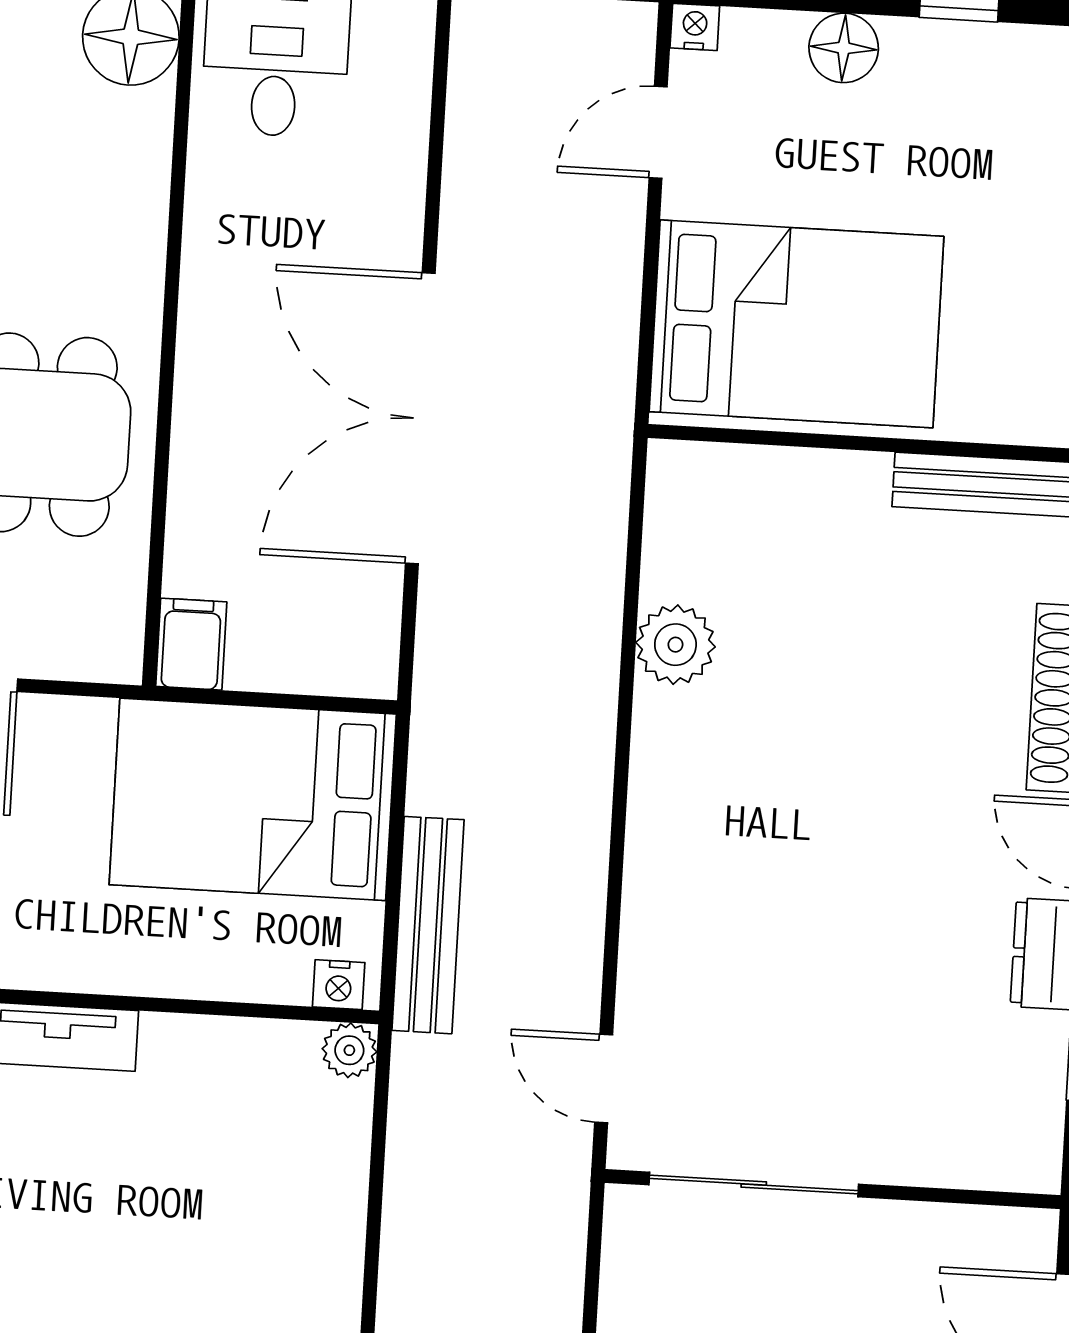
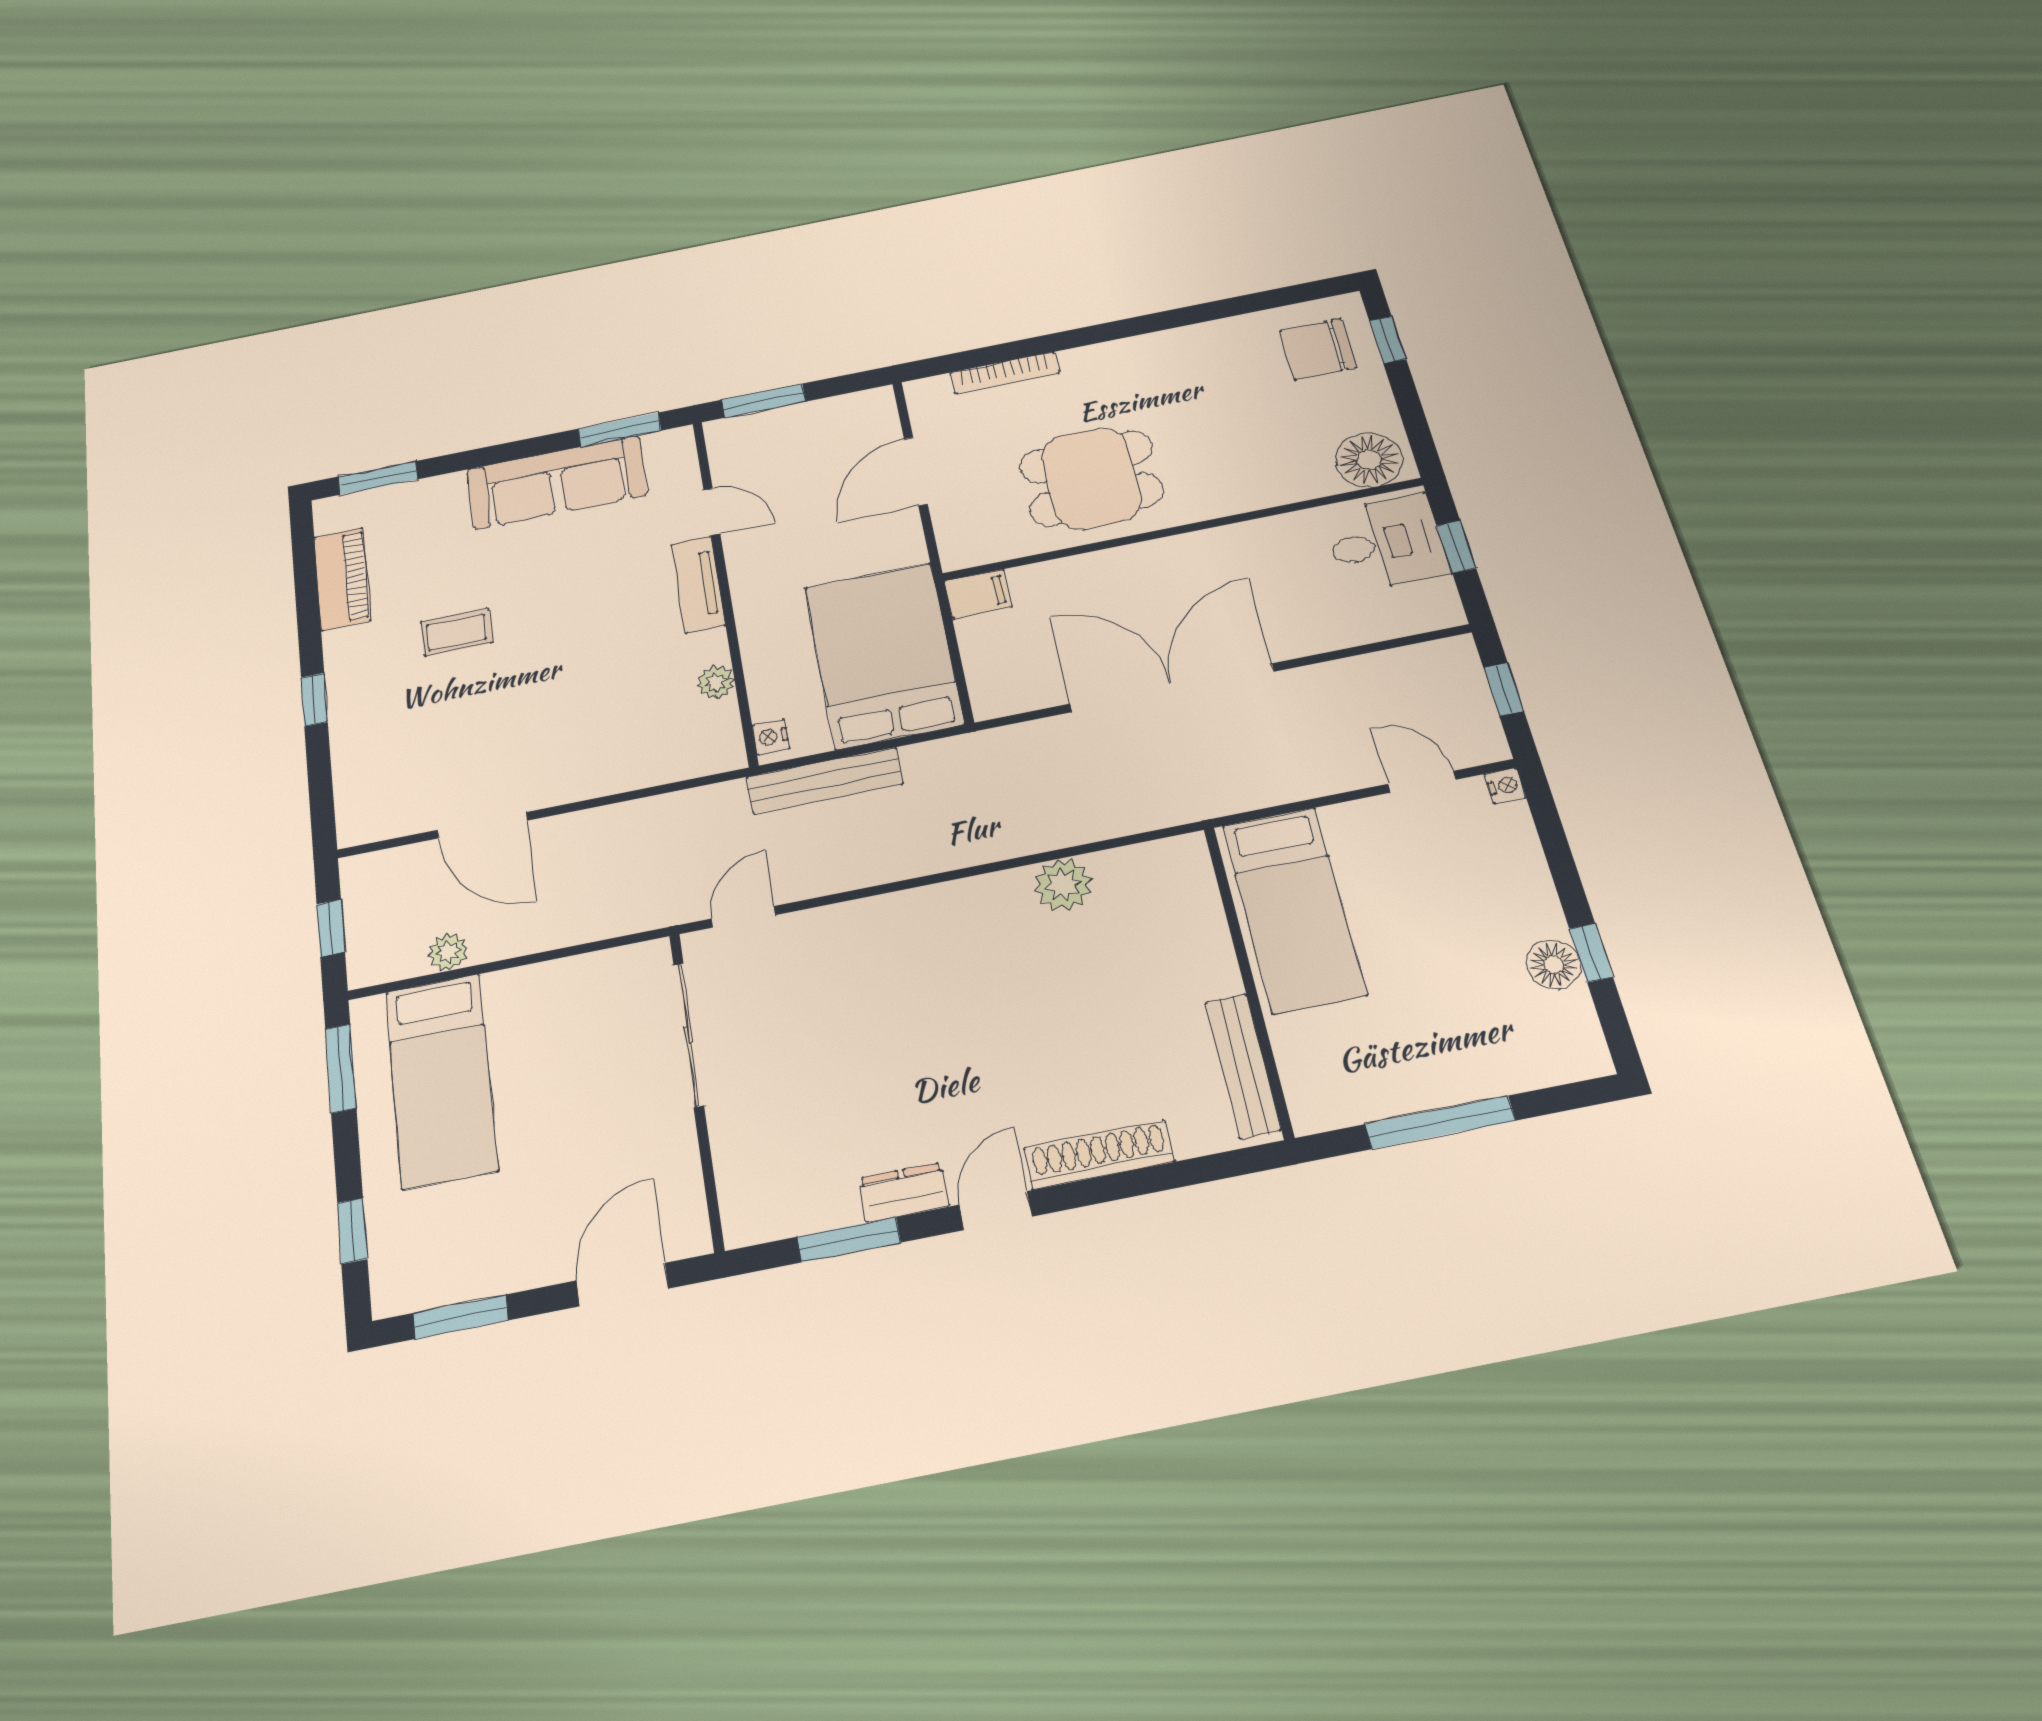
floor lamp: (844, 48) -> (1554, 965), moved
bed: (796, 324) -> (1294, 909), width x0.67
plant: (349, 1050) -> (716, 682), moved

